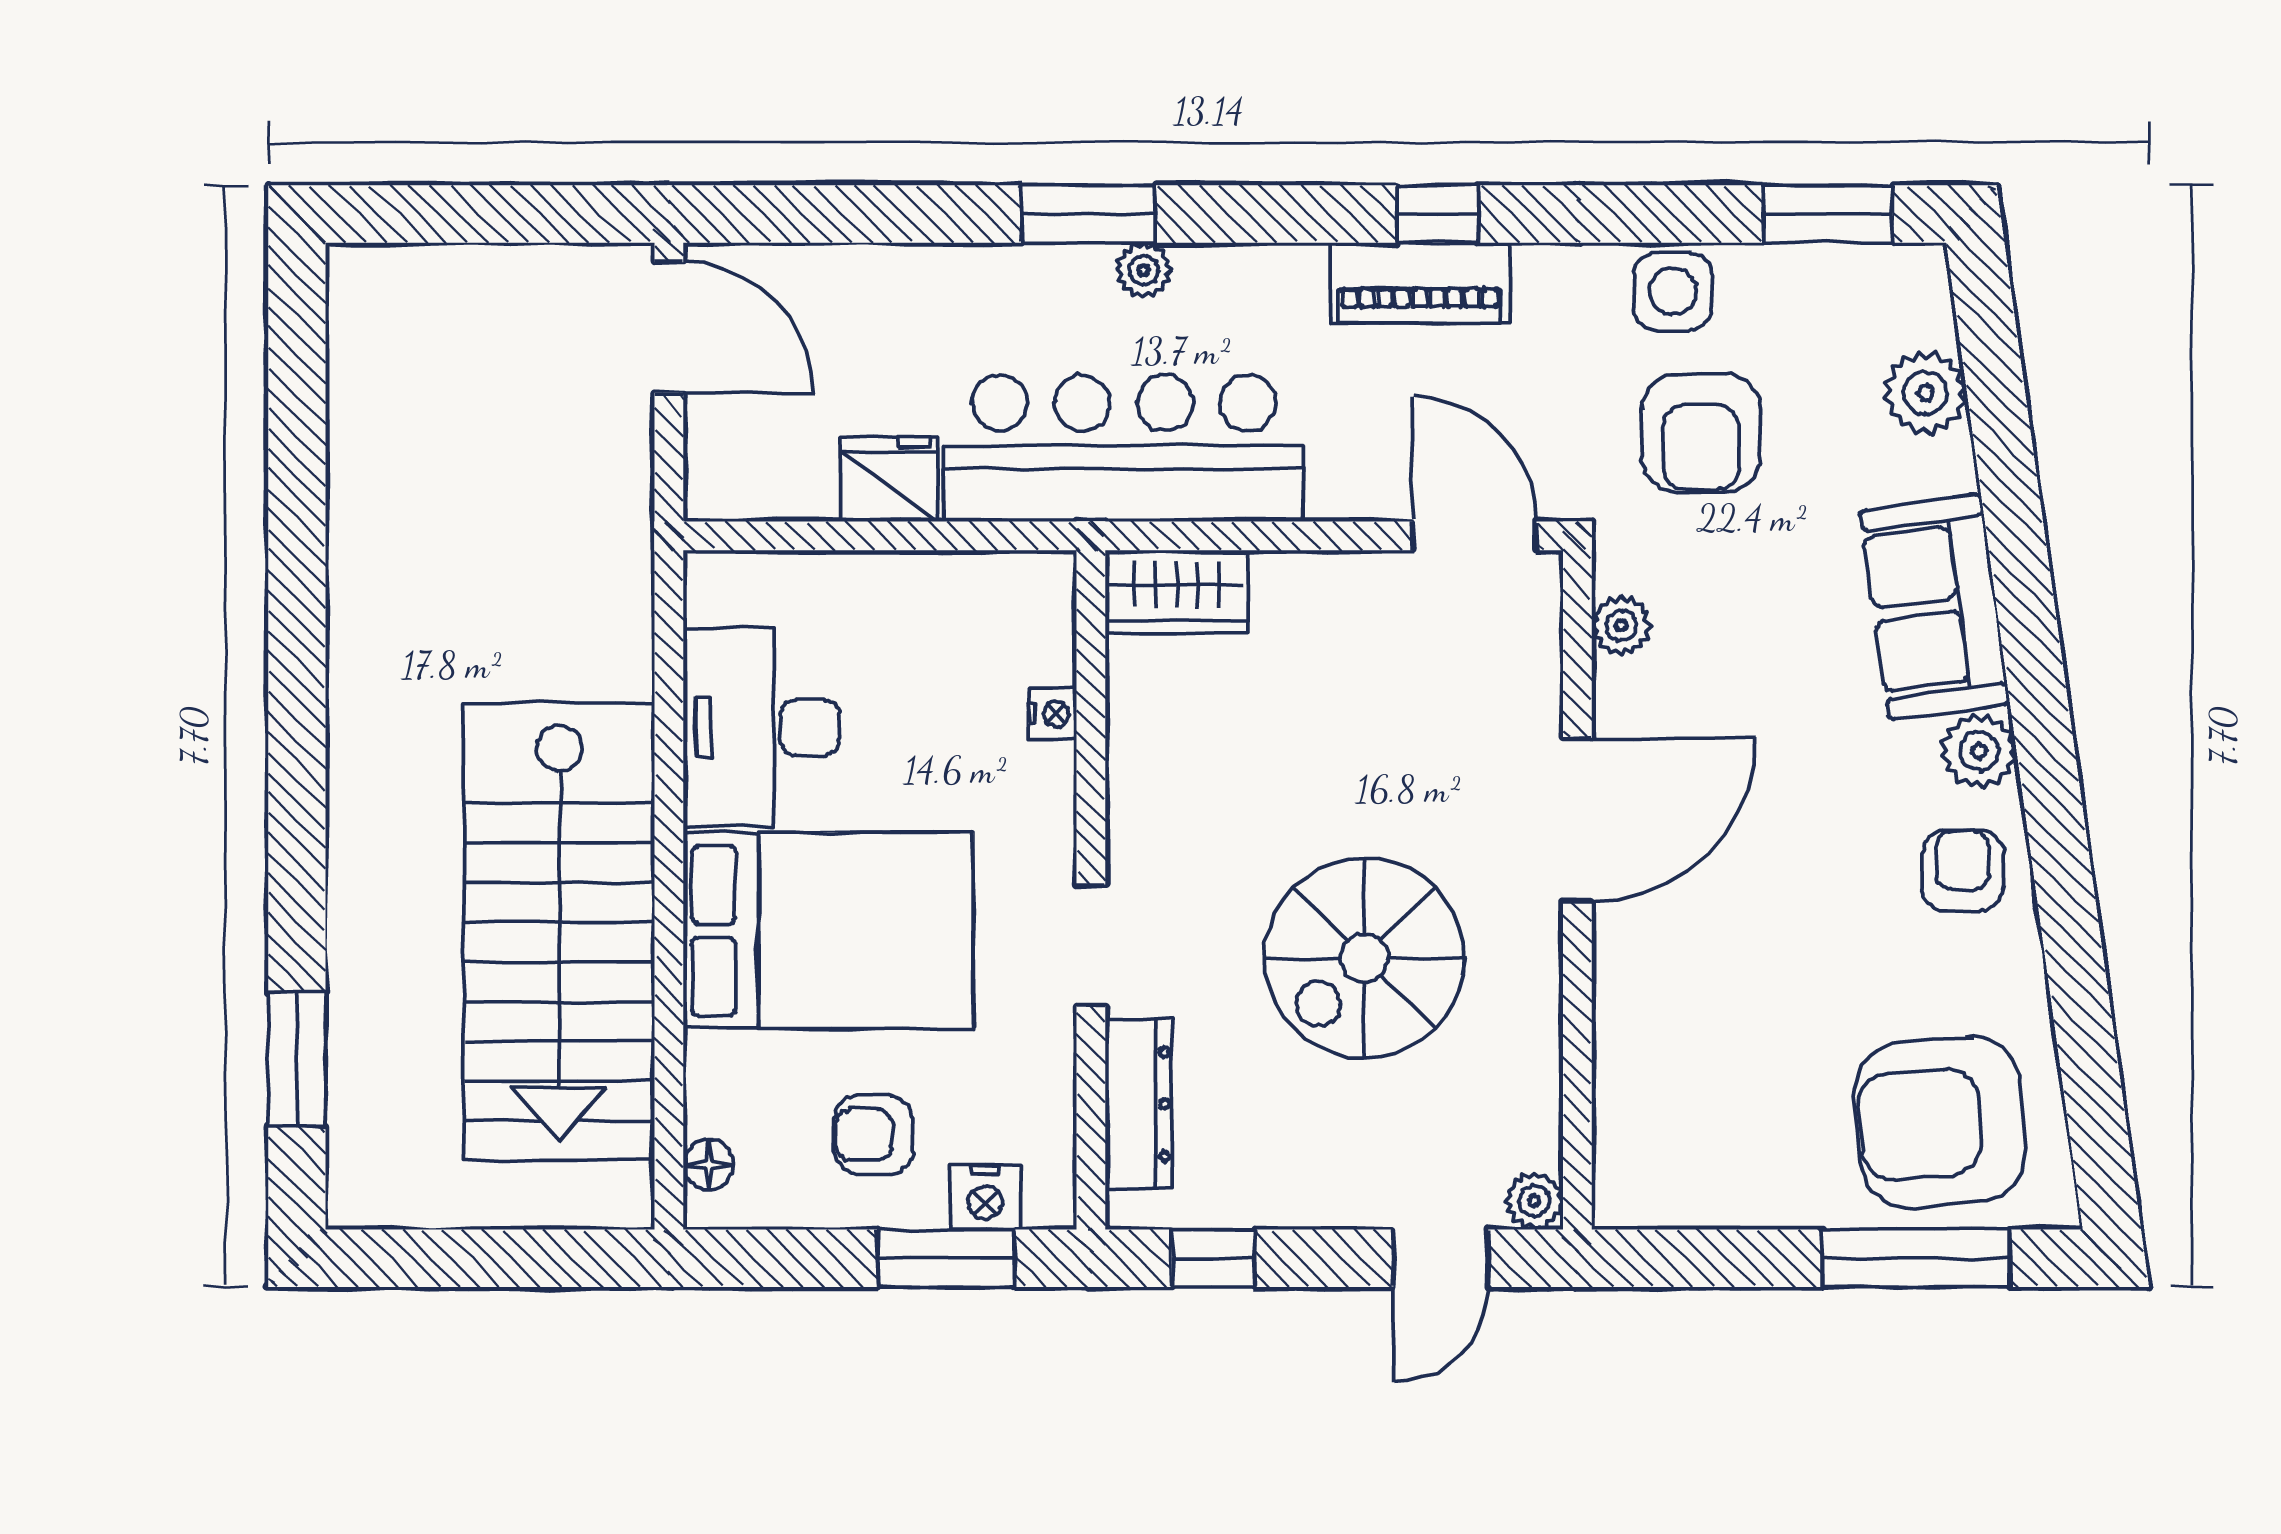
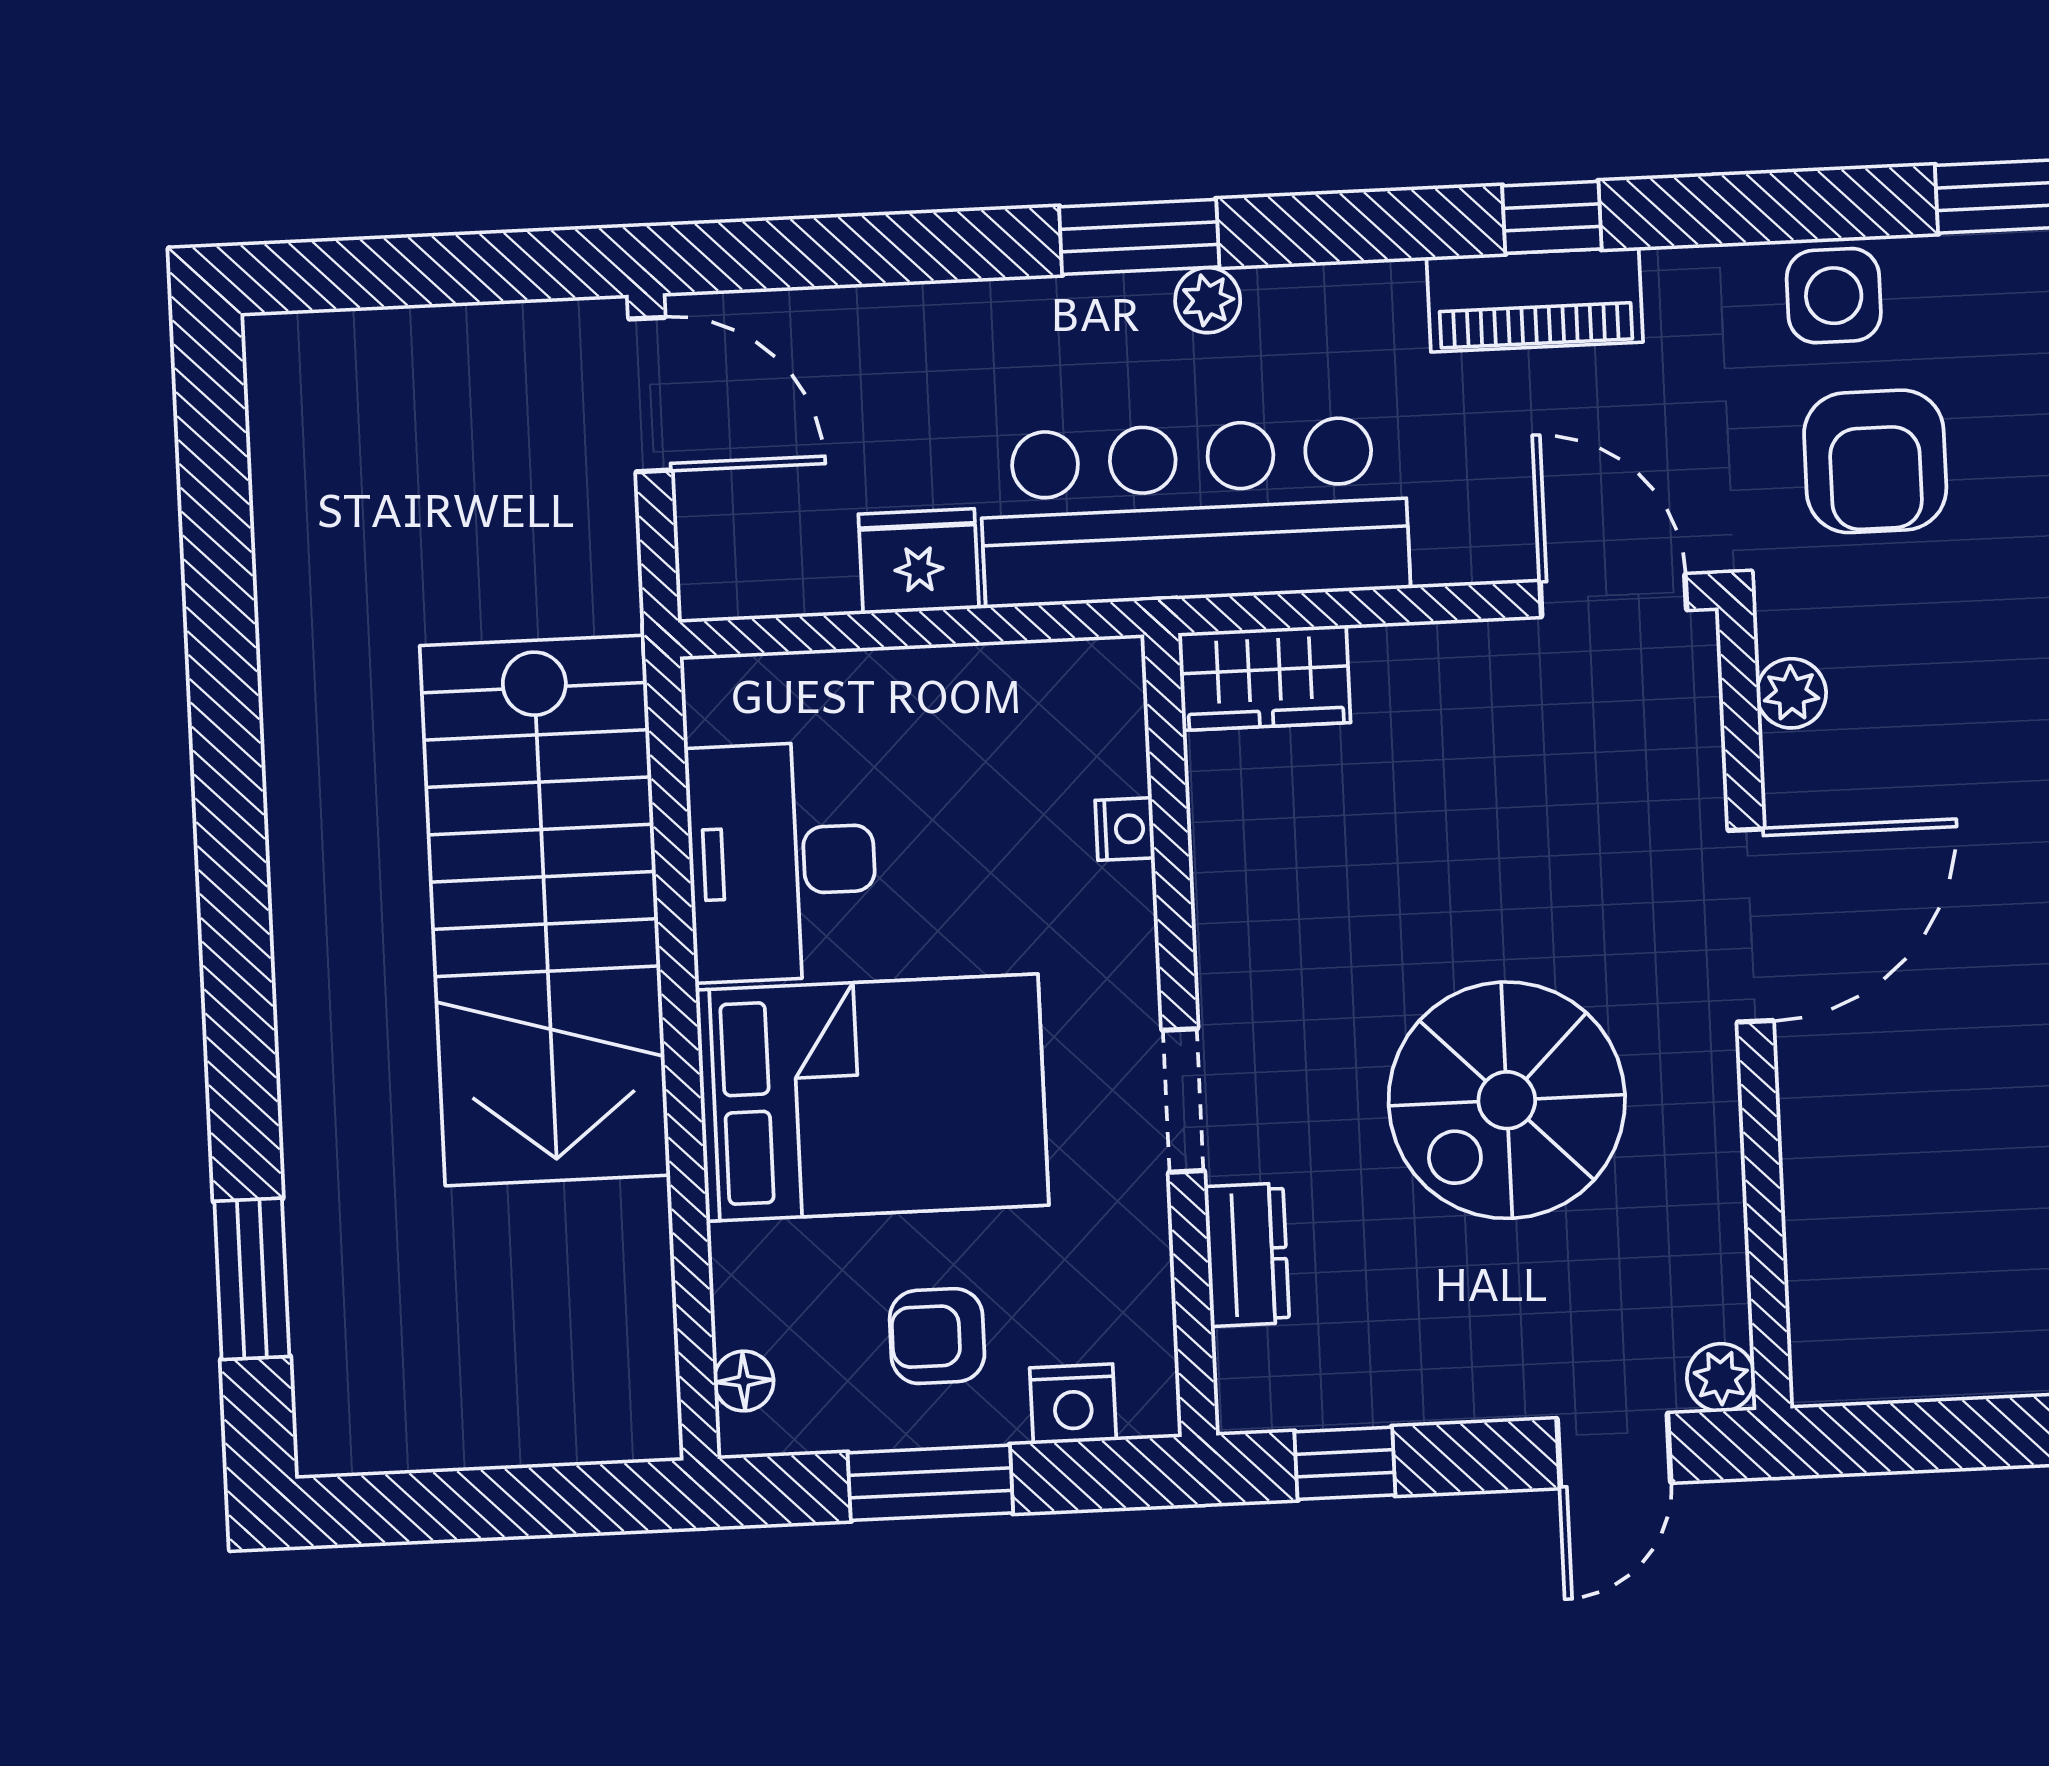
stairs: (559, 931) -> (545, 910), moved
dresser: (1139, 1104) -> (1247, 1255), width x0.70
window: (946, 1258) -> (930, 1483), moved

